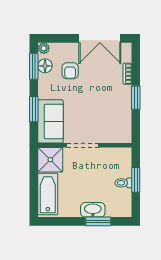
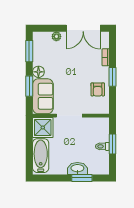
plant: (44, 48) -> (56, 36), moved
floor lamp: (45, 66) -> (38, 72), moved
armchair: (70, 71) -> (98, 89), moved

